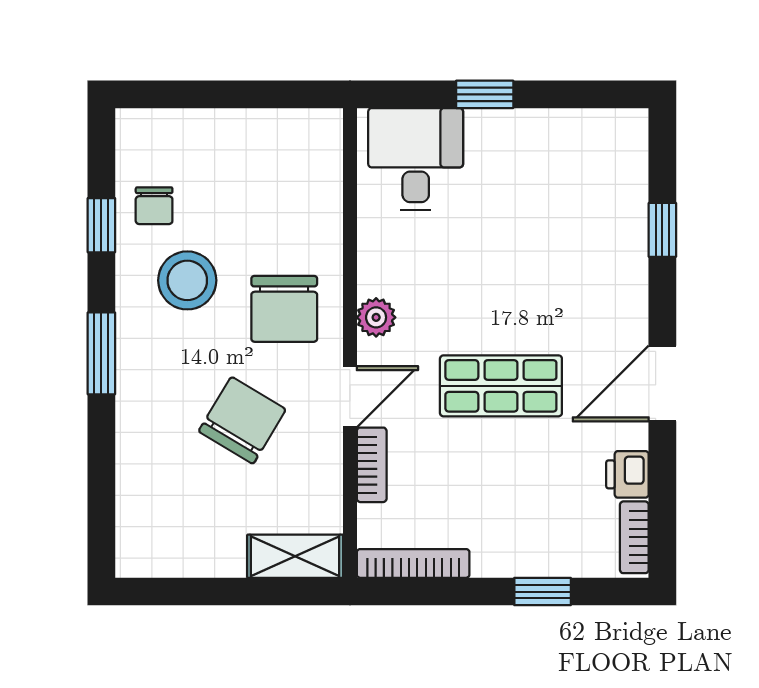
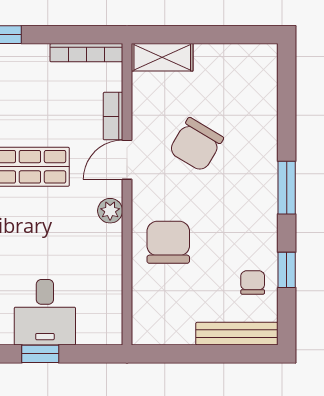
bench: (179, 126) -> (237, 334), added
desk: (416, 159) -> (45, 312), moved
stool: (187, 280) -> (231, 234), removed
chair: (284, 309) -> (168, 242), moved

